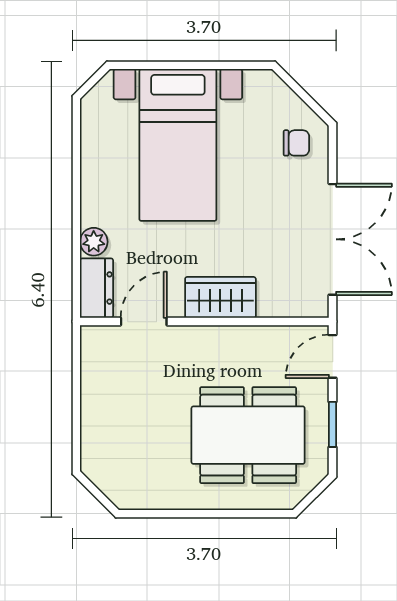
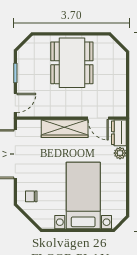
wardrobe: (220, 297) -> (65, 129), width x1.50
door: (144, 322) -> (98, 118), hinge flipped
dining table: (248, 435) -> (72, 63), moved, turned 90

